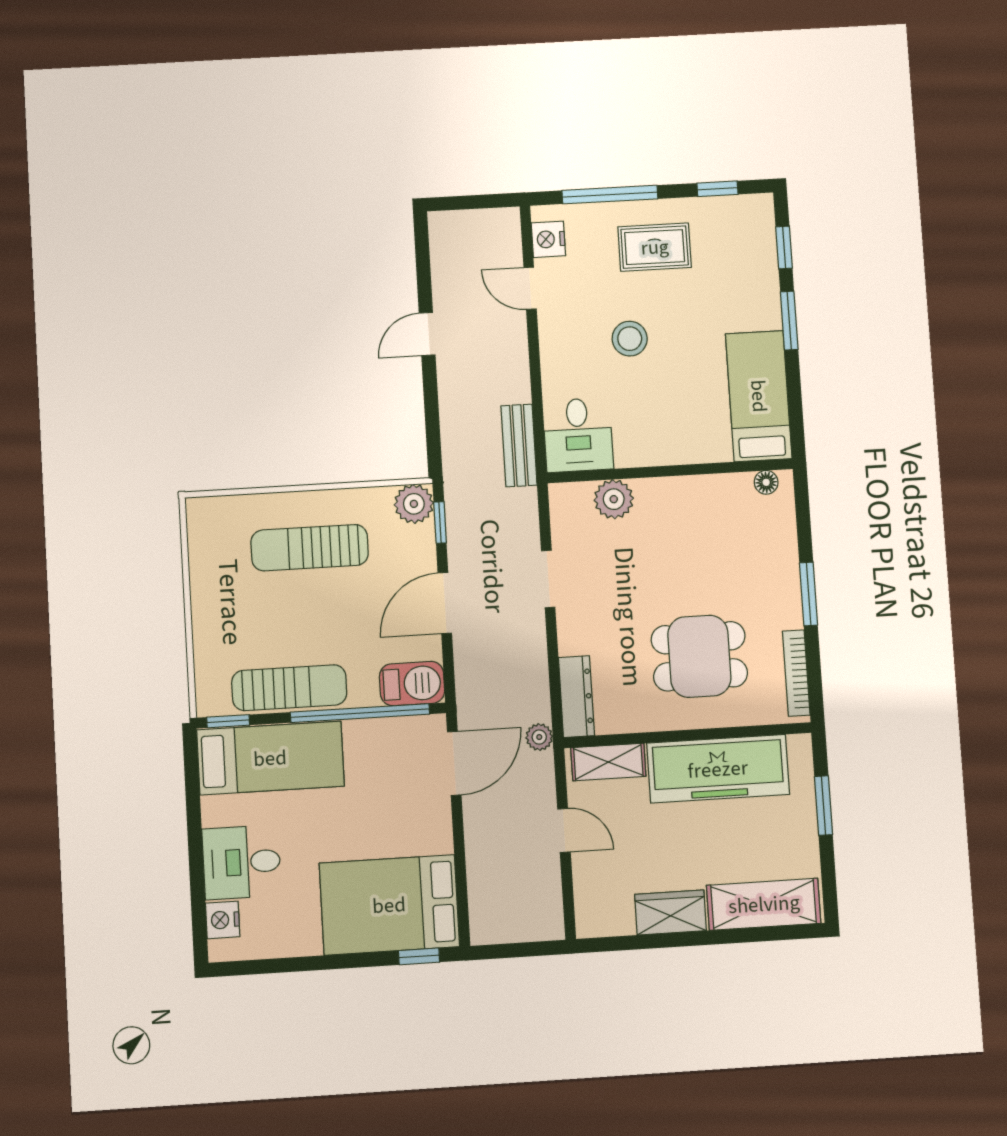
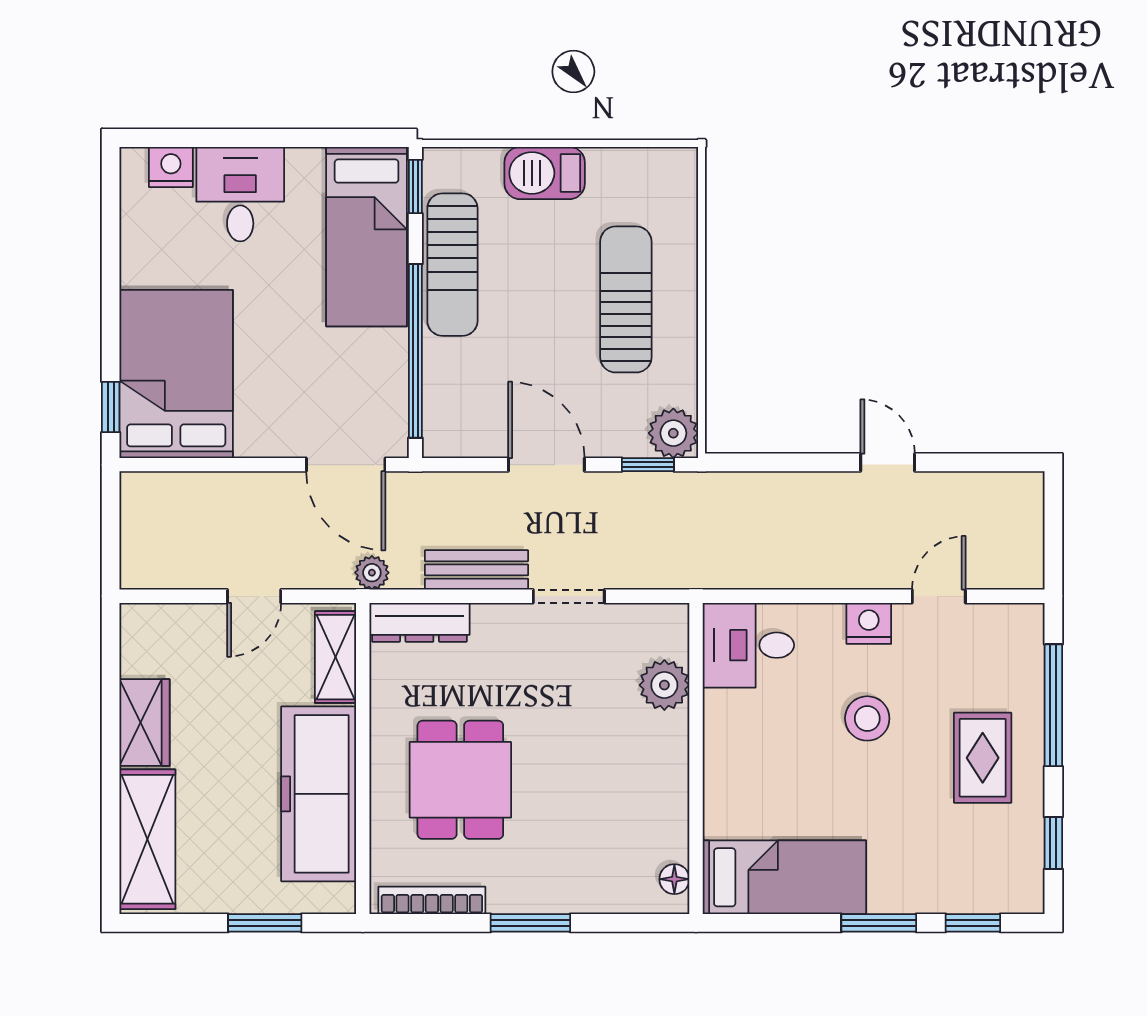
nightstand: (548, 239) -> (869, 623), moved
bench: (519, 445) -> (477, 570), moved
barbecue: (412, 684) -> (545, 173), moved, turned 90

